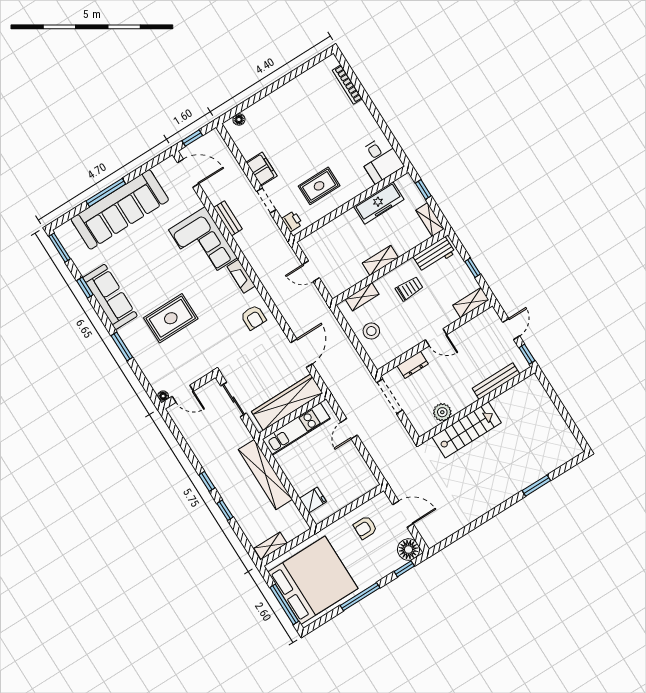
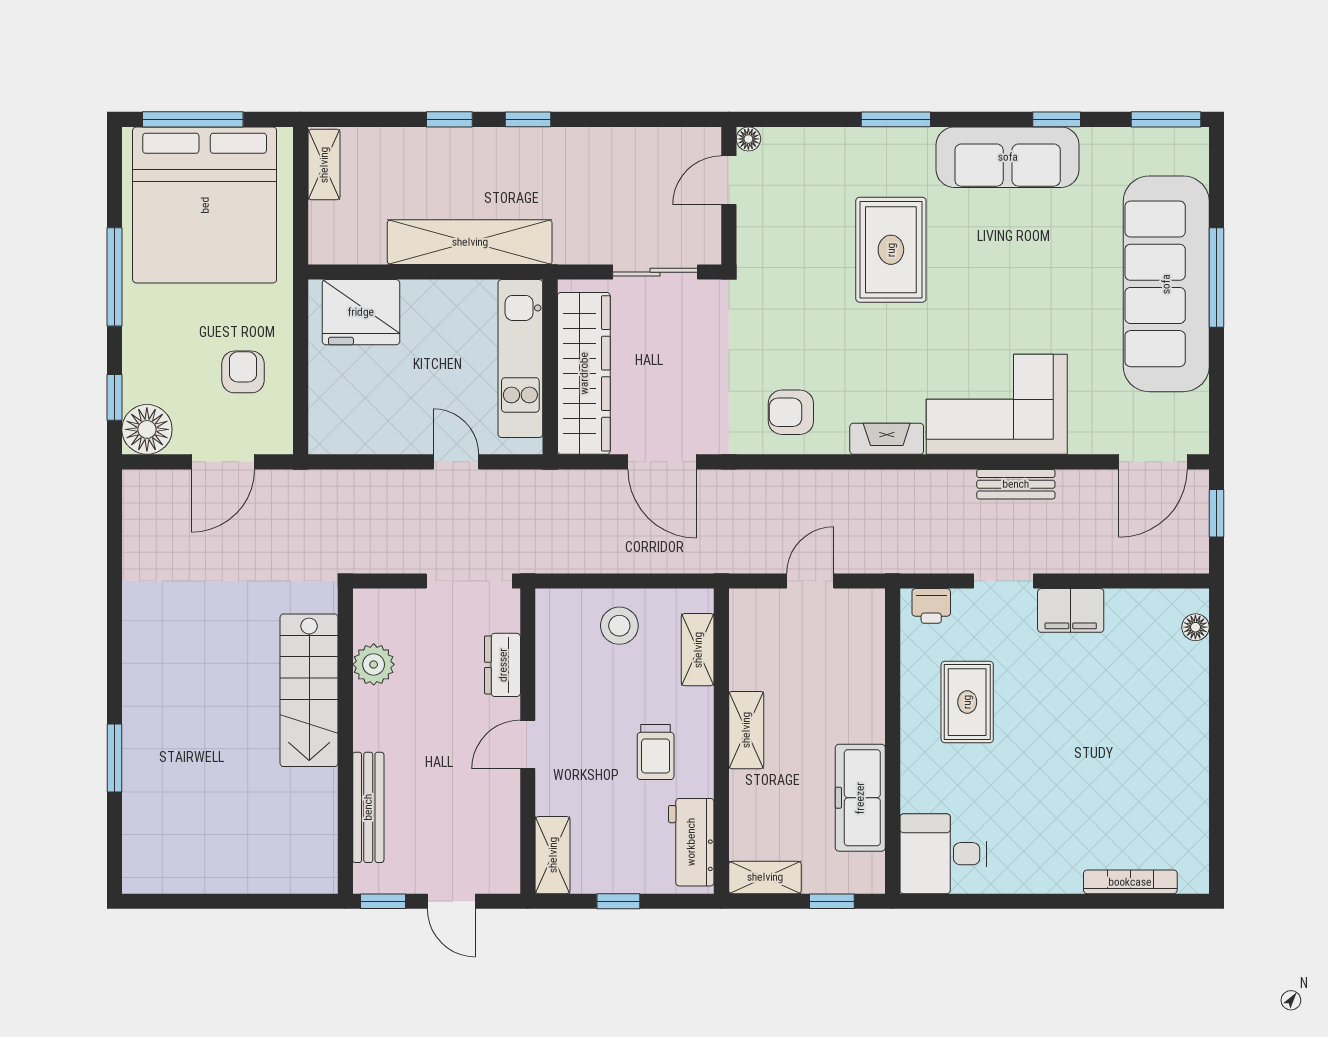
fridge: (313, 500) -> (361, 312), width x1.88, depth x1.34

